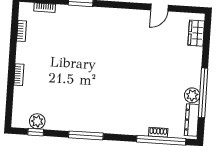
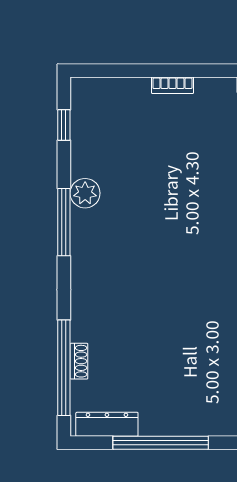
plant: (192, 95) -> (154, 422), removed
plant: (37, 121) -> (85, 193), moved

